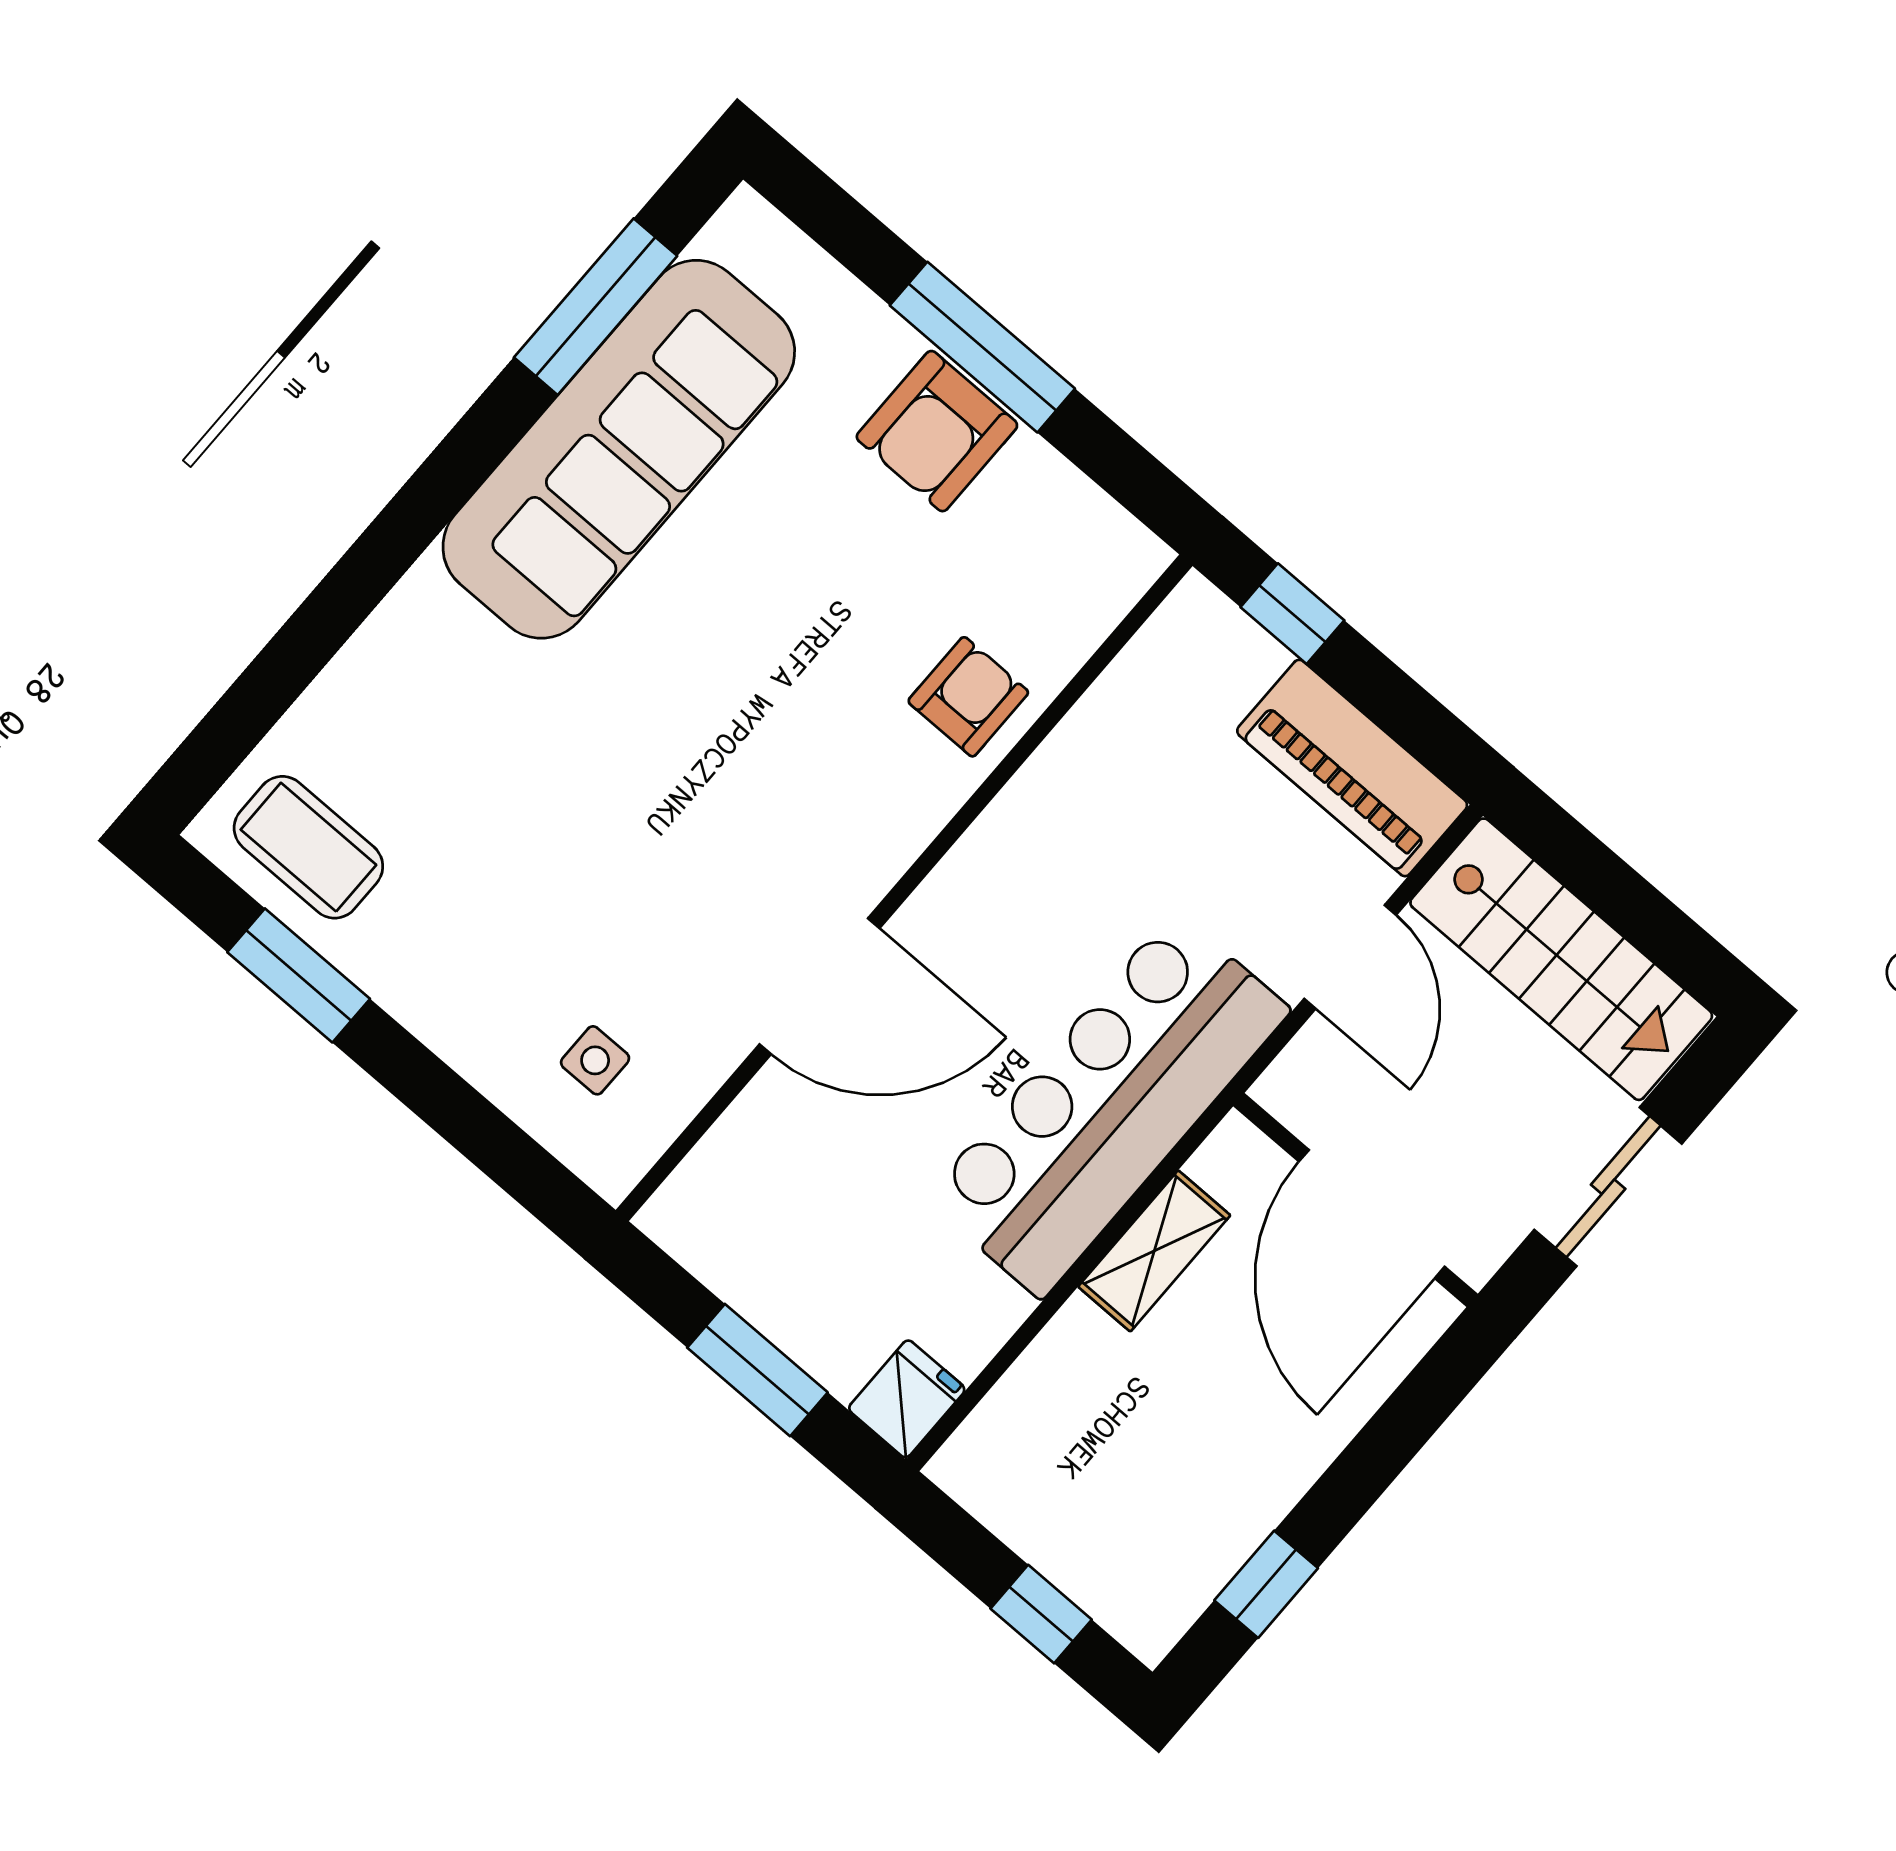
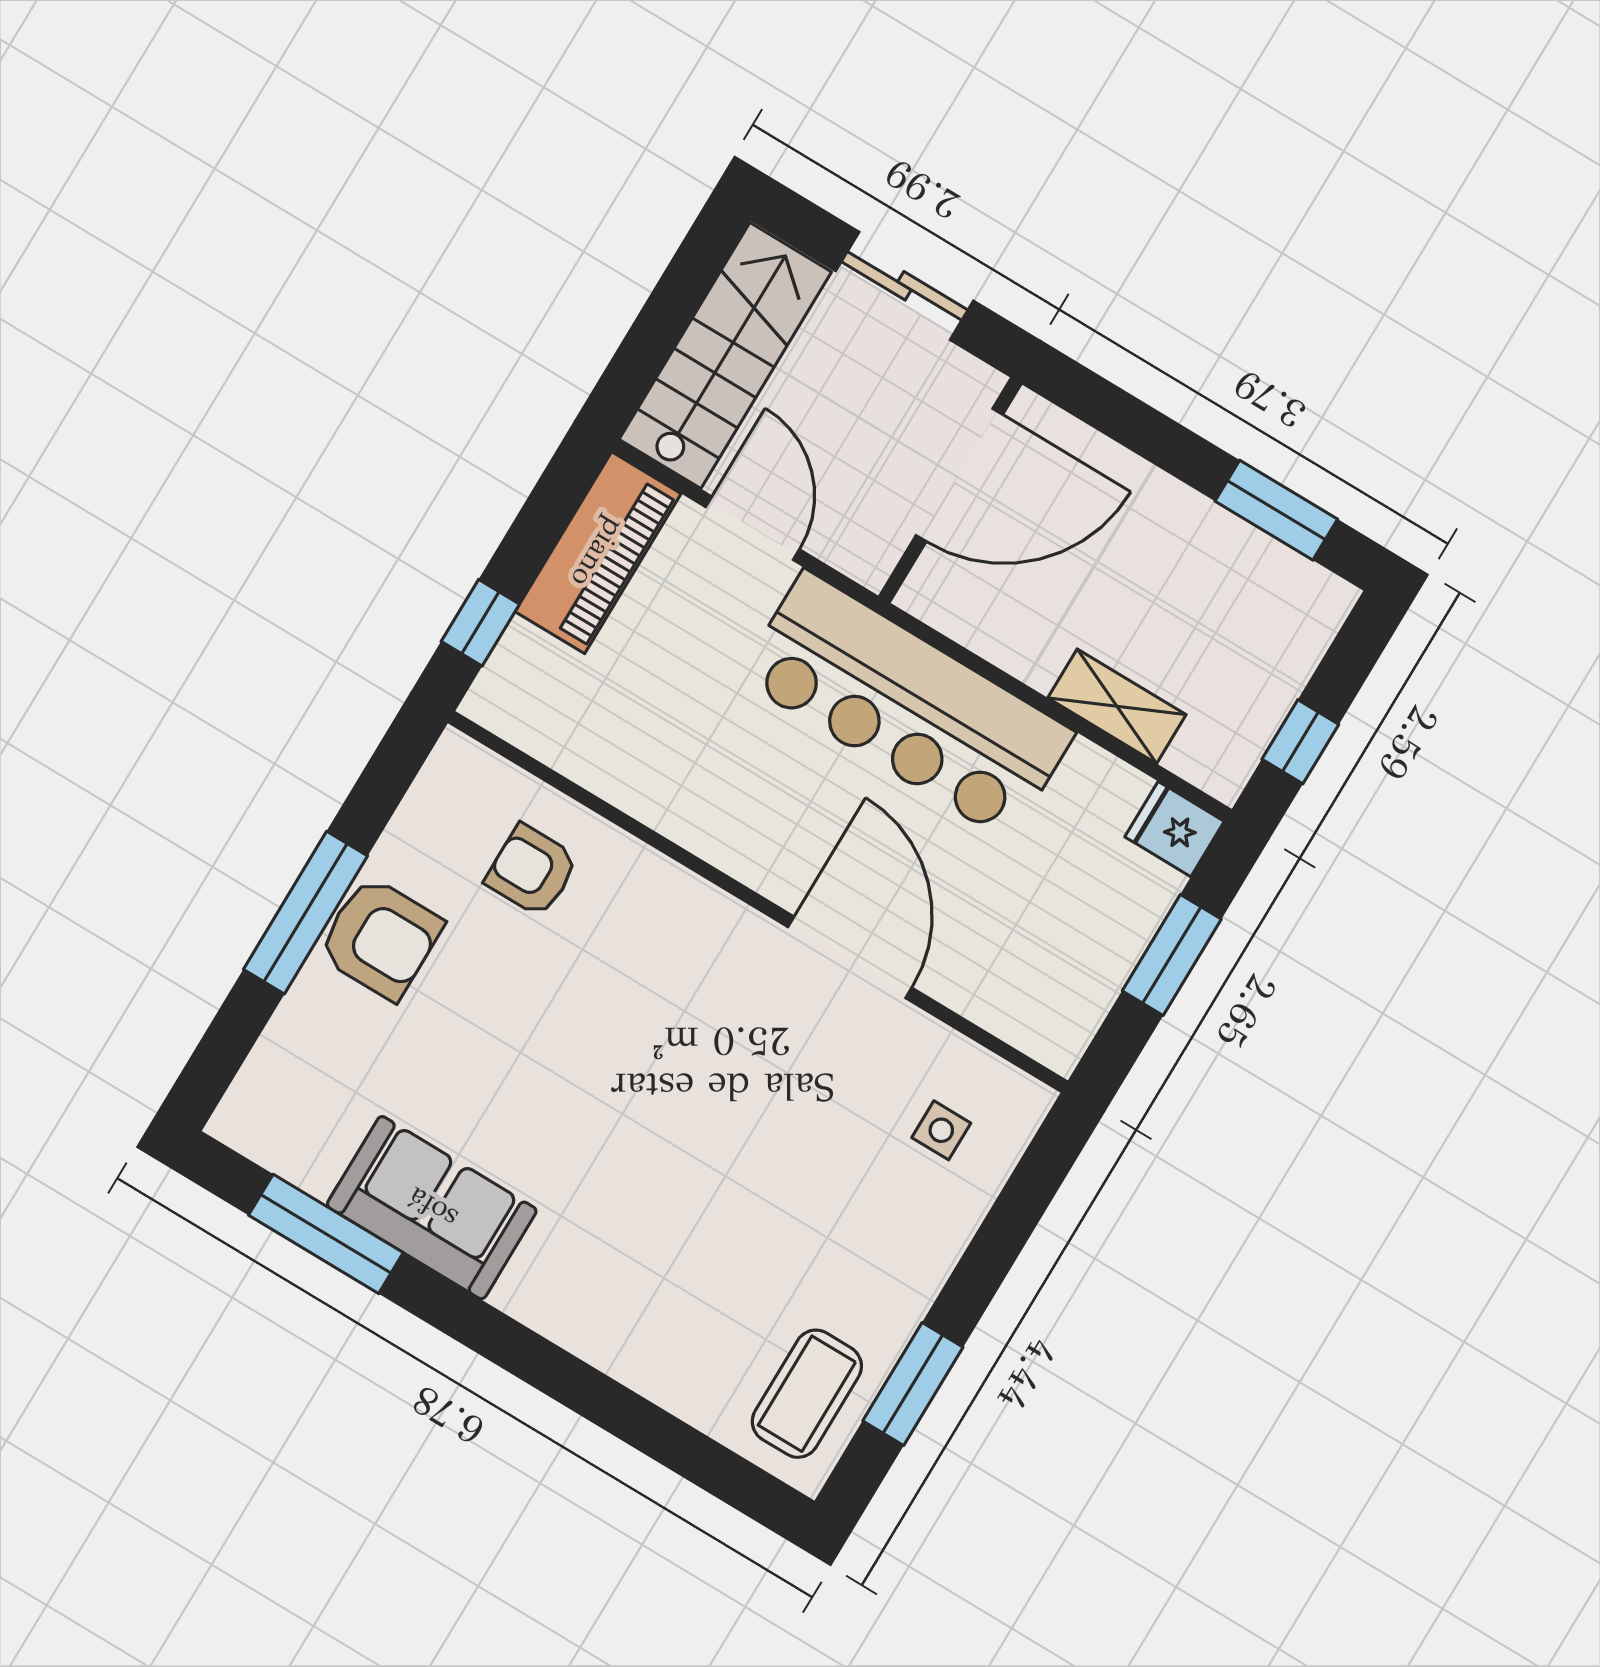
sofa: (619, 449) -> (432, 1208), width x0.54, depth x0.79
armchair: (968, 697) -> (532, 871), moved
door: (1350, 957) -> (752, 528), hinge flipped
shelving: (1154, 1251) -> (1117, 706), moved
window: (1266, 1584) -> (1276, 510), width x1.50
window: (1041, 1614) -> (1300, 742), moved

